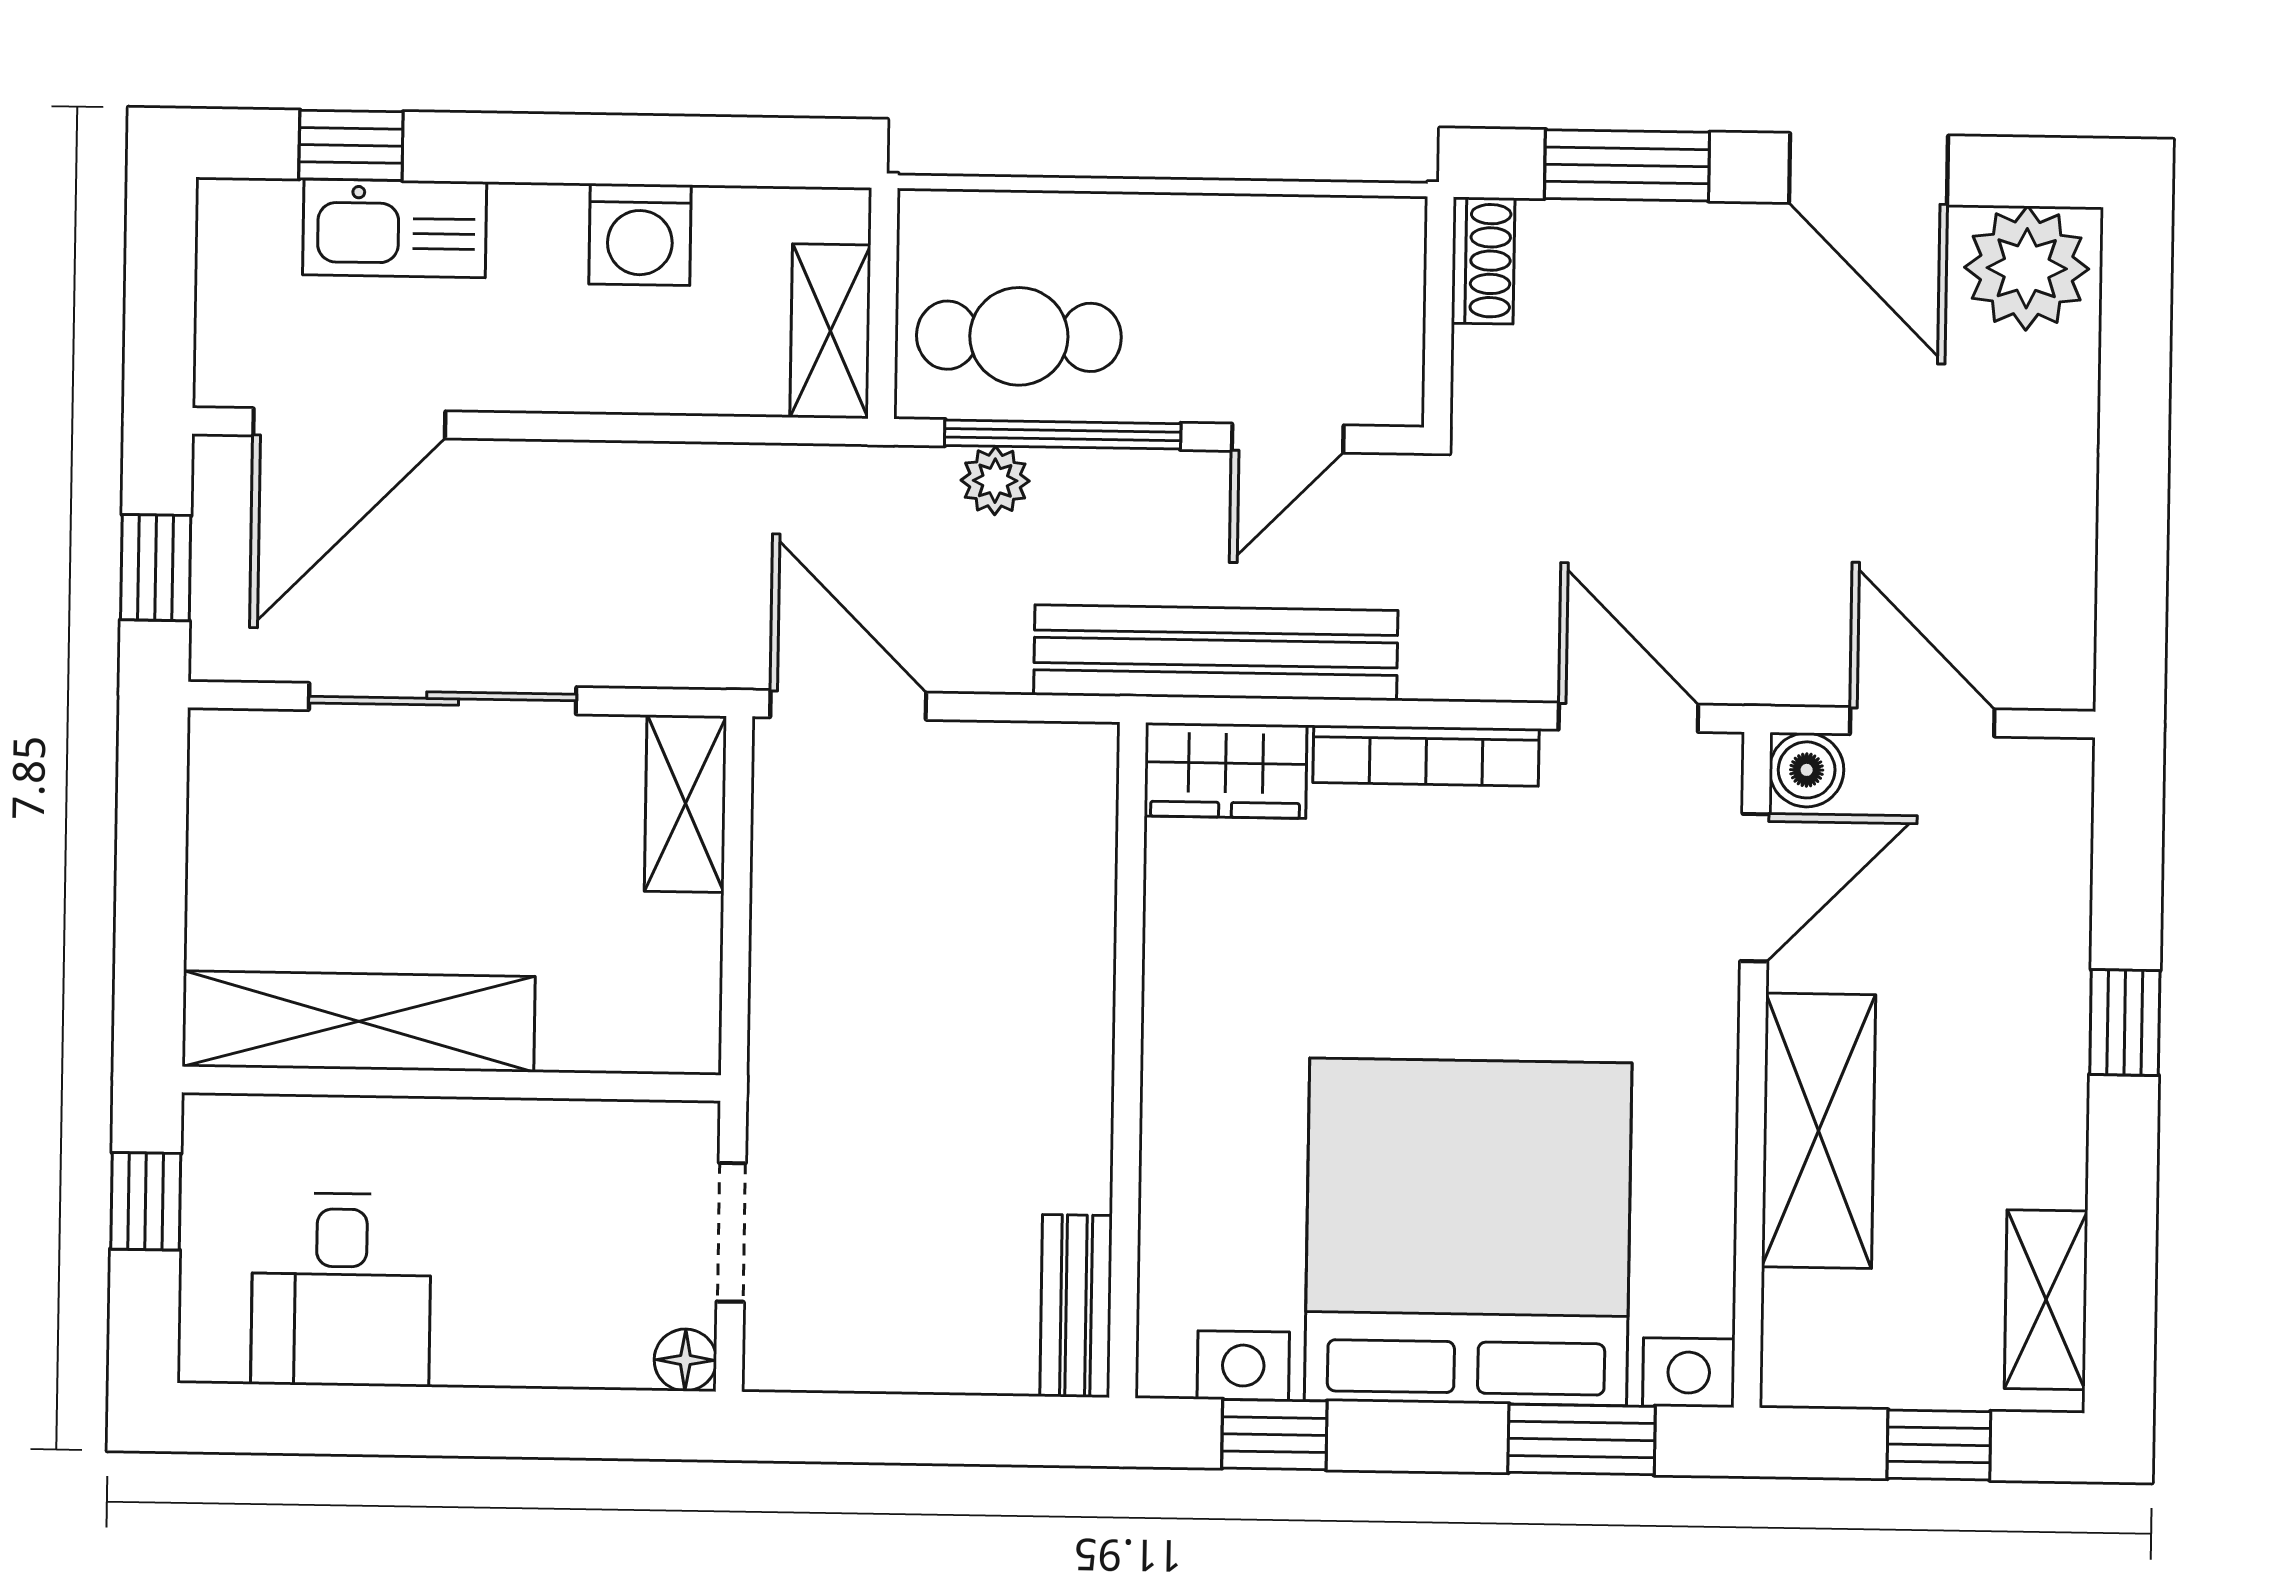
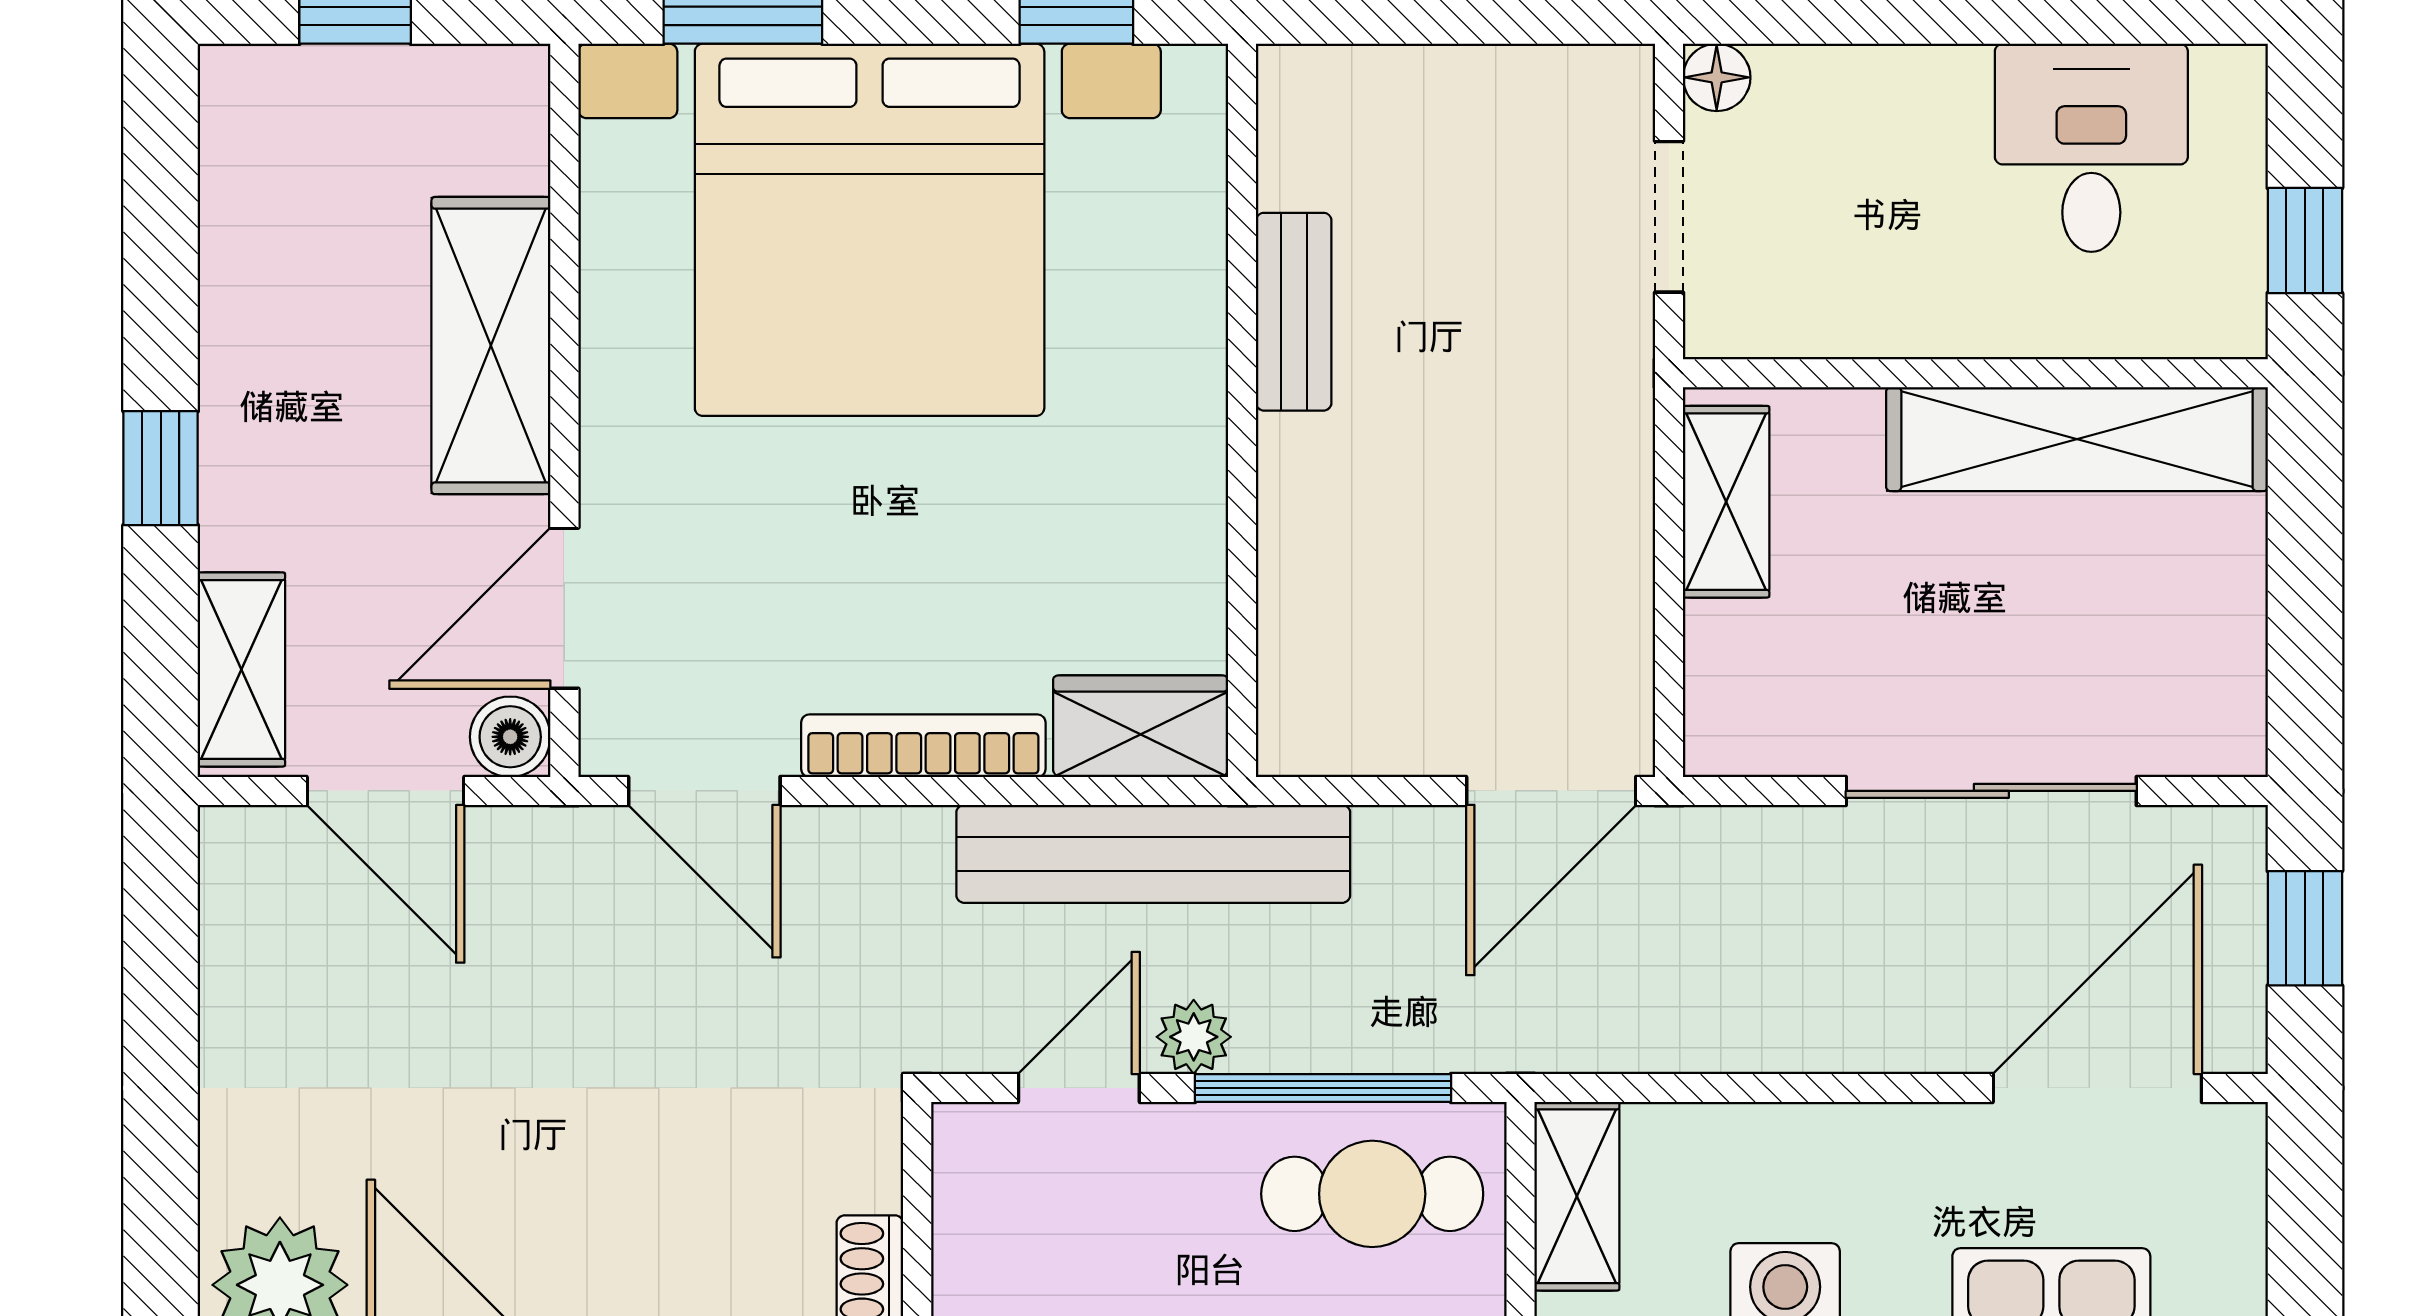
plant: (995, 481) -> (1194, 1037), moved
door: (848, 705) -> (1551, 791), hinge flipped
shelving: (685, 804) -> (1726, 502), moved
shelving: (2046, 1300) -> (241, 669), moved
bench: (1076, 1306) -> (1294, 312), moved

